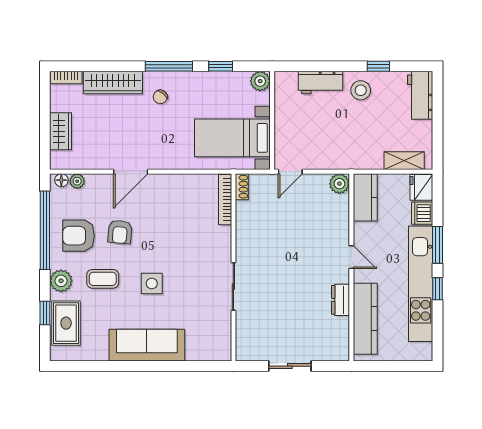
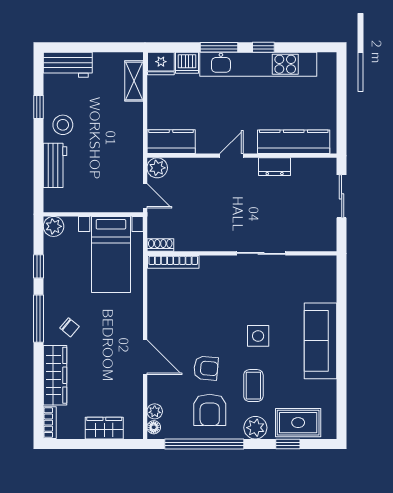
plant: (339, 184) -> (157, 168), moved
kitchen counter: (365, 197) -> (171, 142), moved
door: (351, 257) -> (231, 156), moved
wall: (351, 267) -> (242, 156), moved
dresser: (341, 300) -> (275, 167), moved
kitchen counter: (365, 319) -> (294, 142), moved

